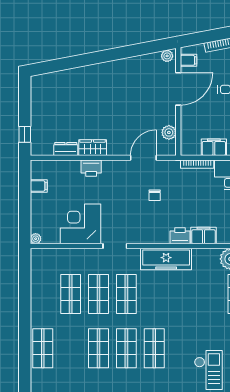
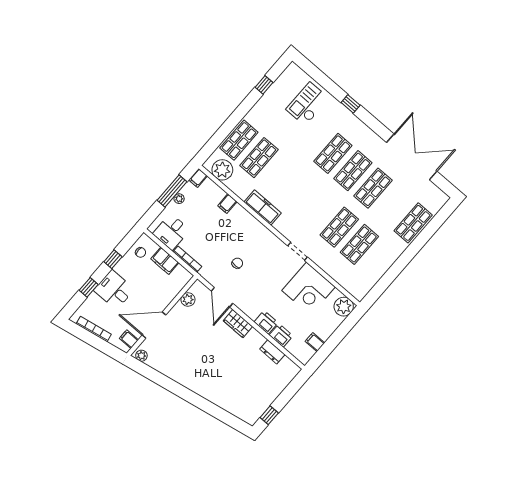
window: (25, 134) -> (269, 415), moved
wardrobe: (93, 148) -> (238, 324), moved
door: (143, 158) -> (222, 297), hinge flipped
printer: (180, 236) -> (281, 335), moved, turned 180
filing cabinet: (203, 236) -> (227, 204), width x0.50
plant: (36, 239) -> (344, 307), width x1.87, depth x1.87
freezer: (166, 259) -> (263, 207), width x0.73, depth x0.79
shop shelf: (126, 294) -> (259, 158), moved

